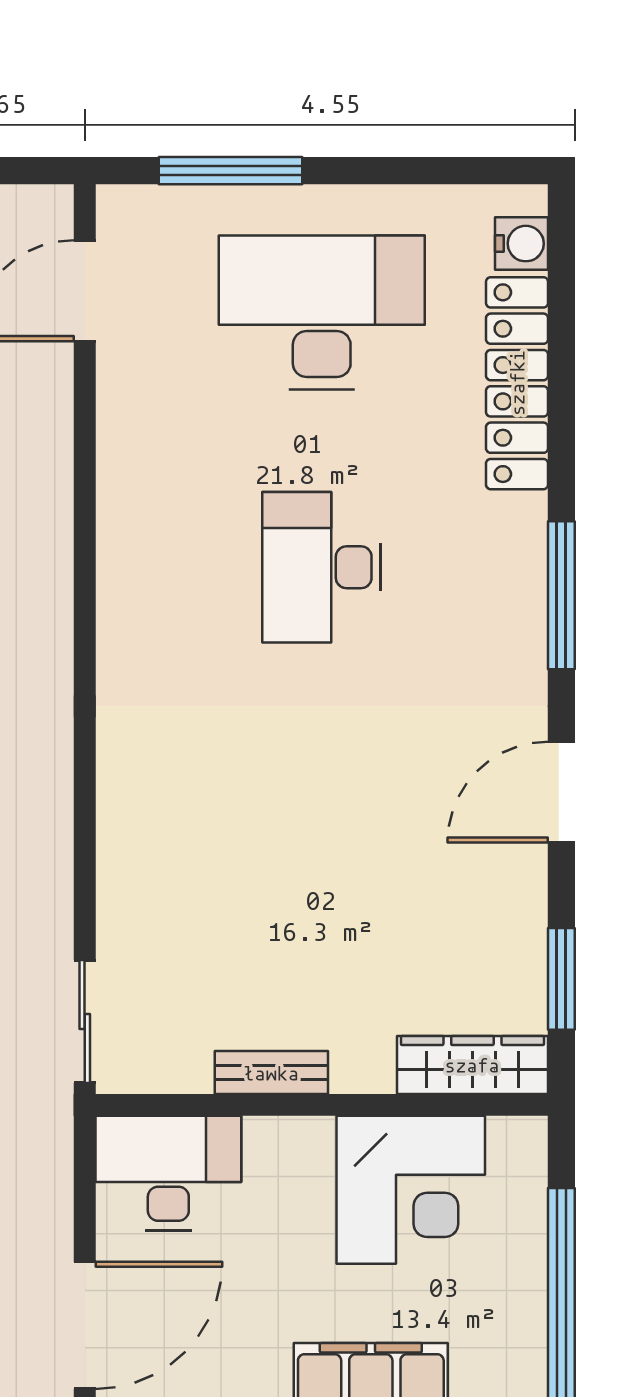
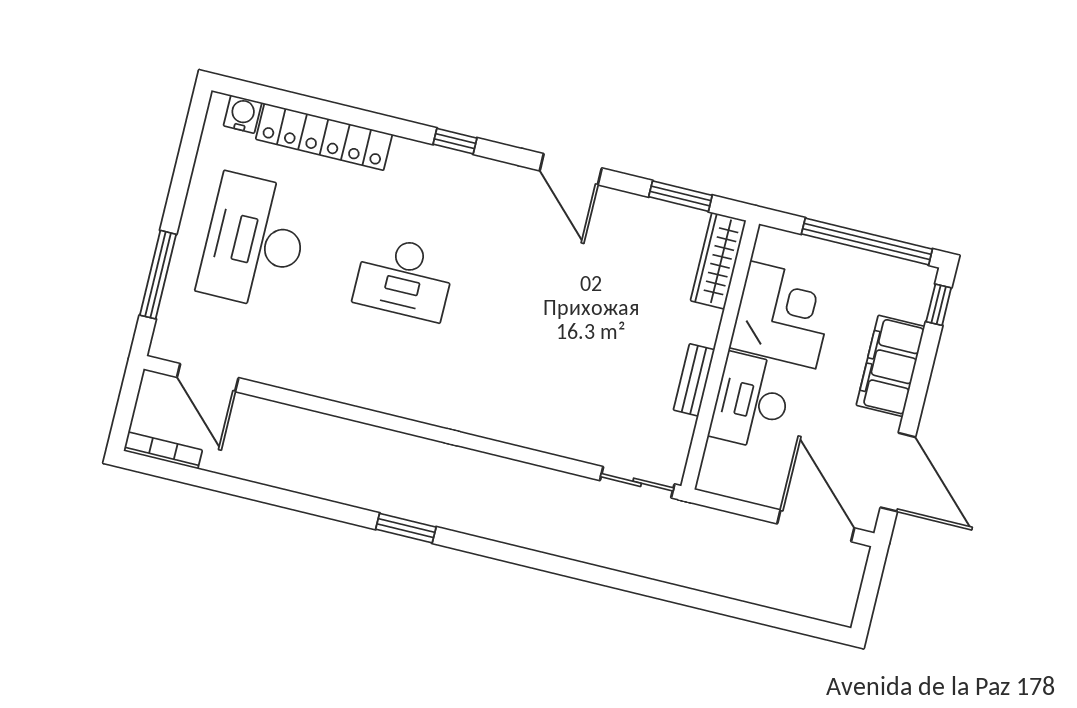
window: (561, 595) -> (455, 141), width x0.46
desk: (168, 1173) -> (751, 401), moved

